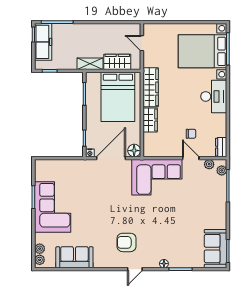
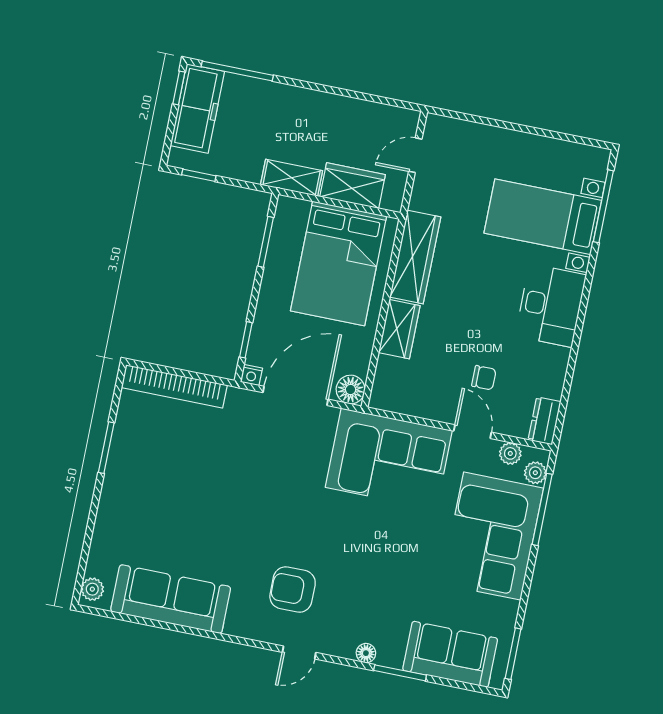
door: (142, 43) -> (415, 155), hinge flipped
bed with nightstands: (203, 51) -> (543, 217), width x0.73
bookcase: (57, 165) -> (174, 386), added
corner sofa: (53, 207) -> (492, 536), moved, turned 180
plant: (40, 249) -> (97, 564), removed
sofa: (215, 249) -> (450, 654), moved, turned 90
sofa: (74, 257) -> (171, 599), width x1.36

